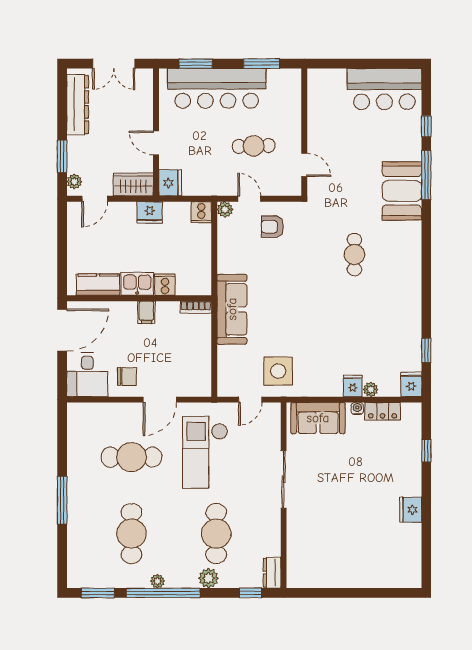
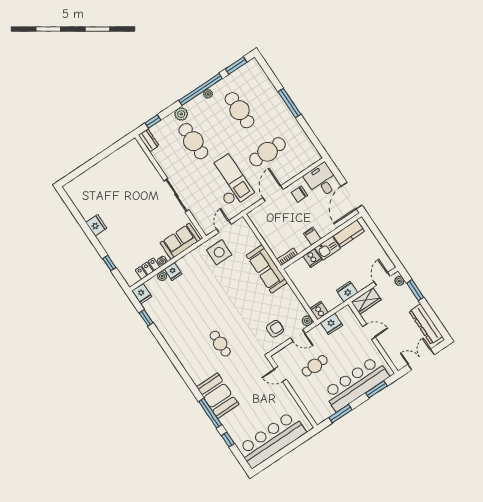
bar counter: (384, 89) -> (272, 440), width x1.36
fridge: (170, 183) -> (332, 324), moved, turned -90

